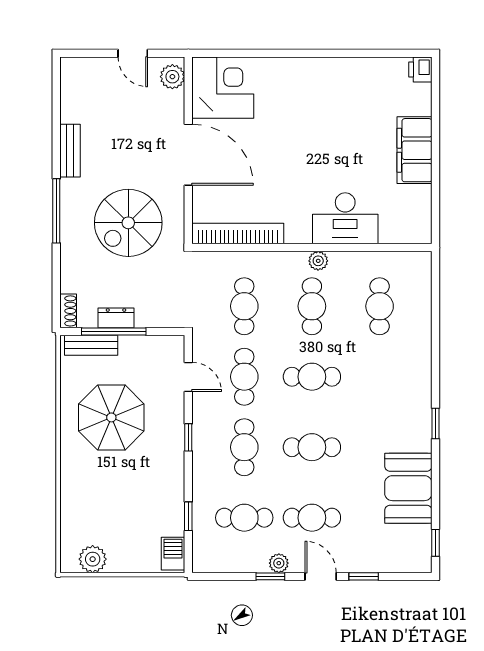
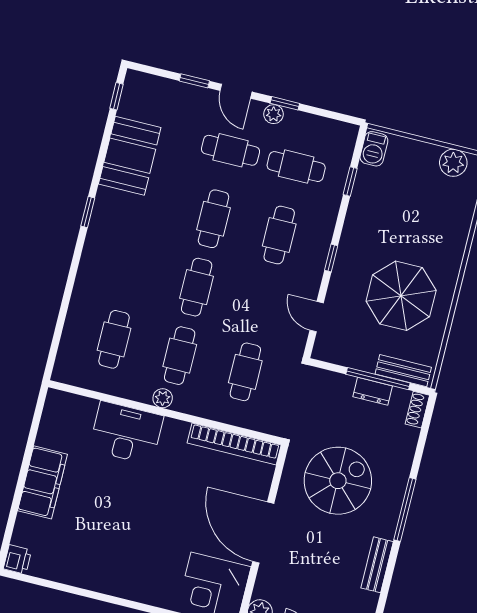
cafe table: (244, 377) -> (262, 303), removed
cafe table: (312, 377) -> (197, 287), turned 90
cafe table: (312, 447) -> (214, 219), turned 90

